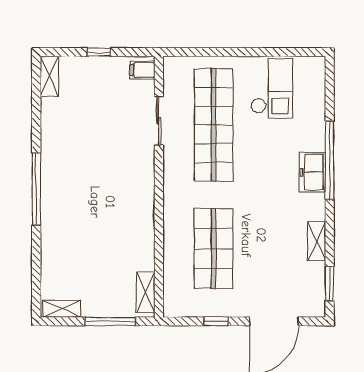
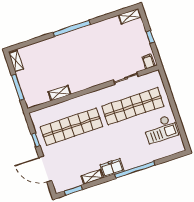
freezer: (313, 172) -> (112, 168), moved
shop shelf: (214, 248) -> (71, 127), width x1.40
shelving: (146, 292) -> (59, 93), moved

